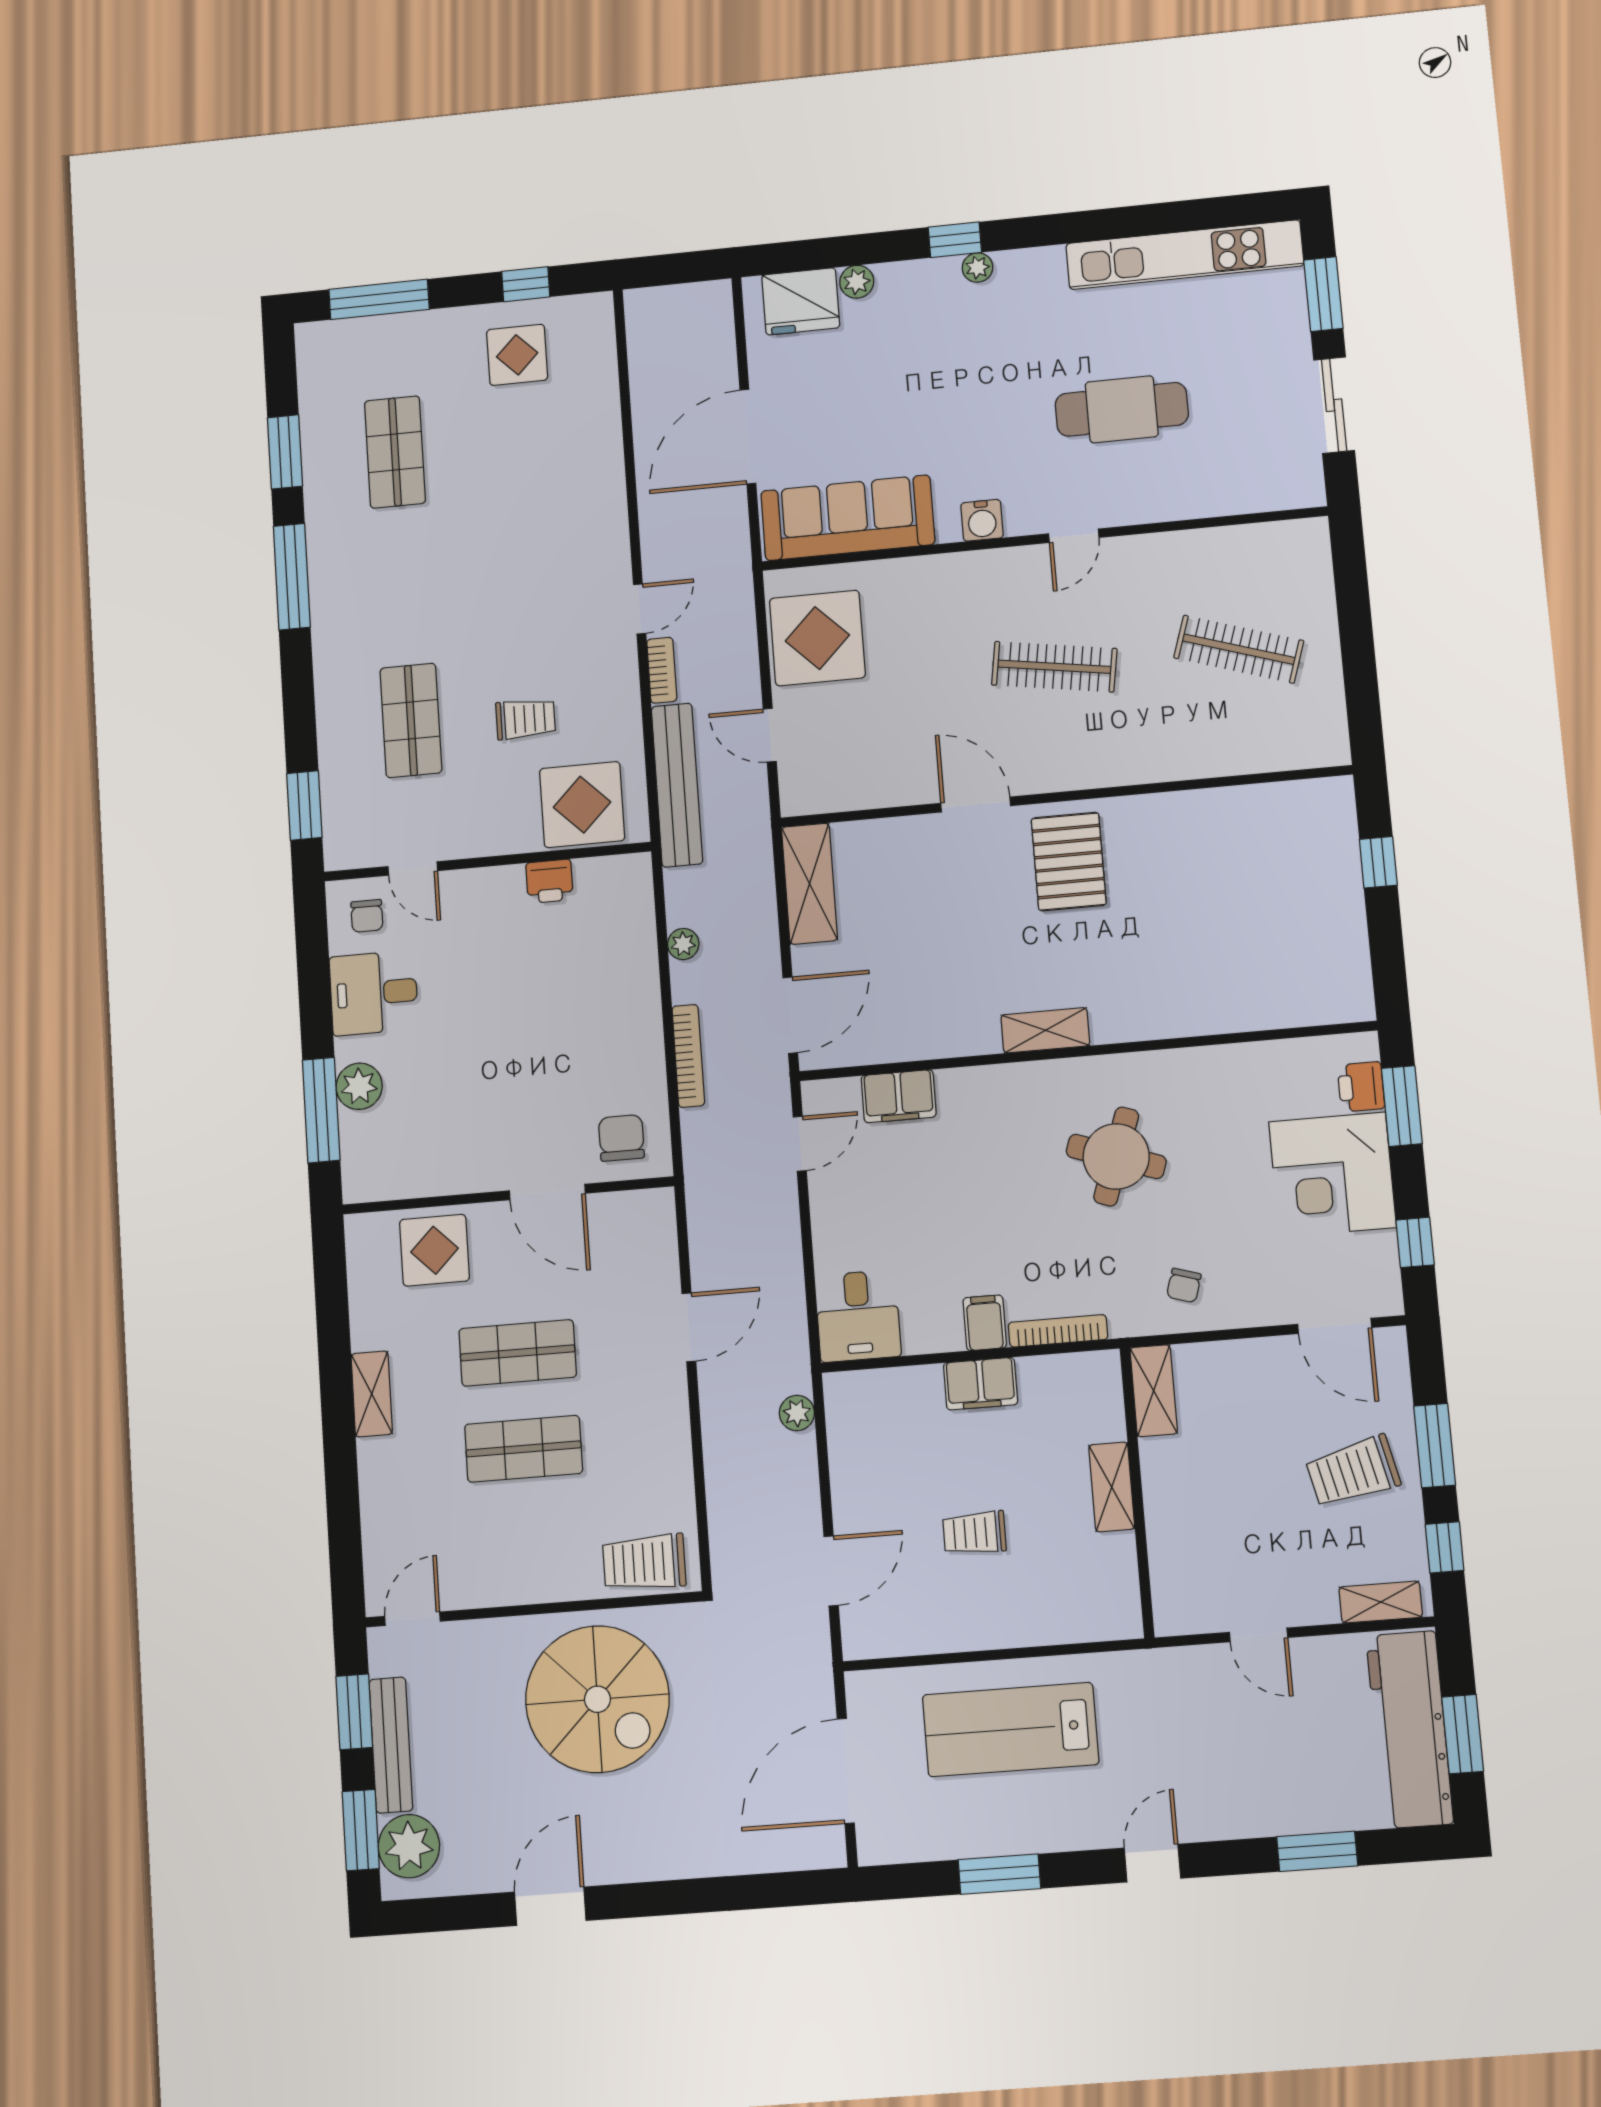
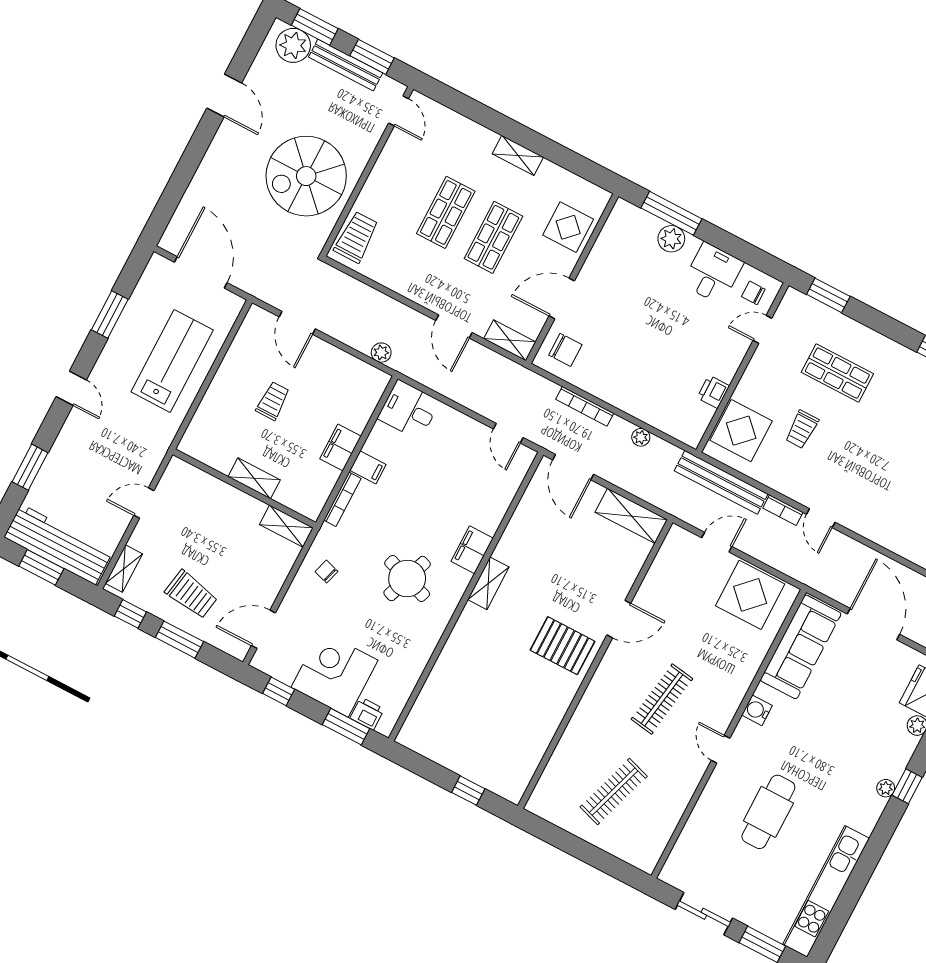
filing cabinet: (899, 1096) -> (472, 550), moved
shelving: (658, 1230) -> (510, 340), added
trolley: (1353, 1471) -> (191, 594), turned 113

